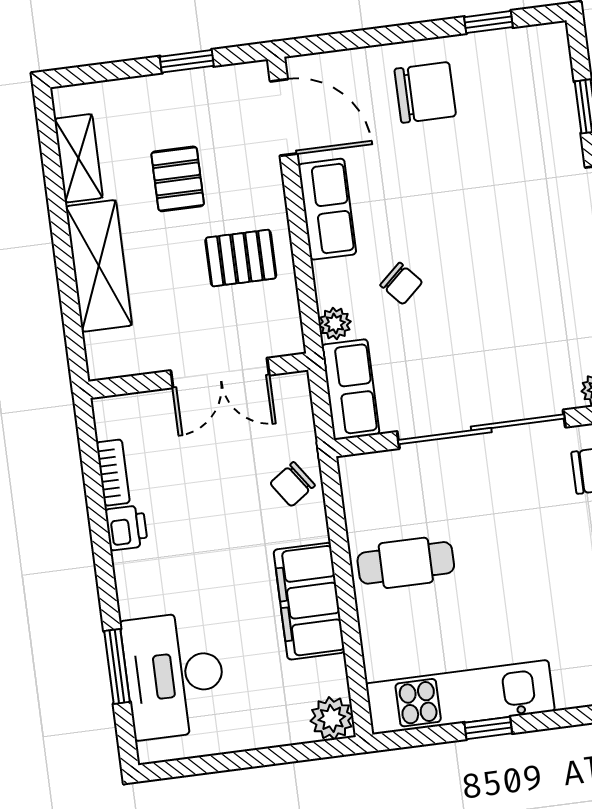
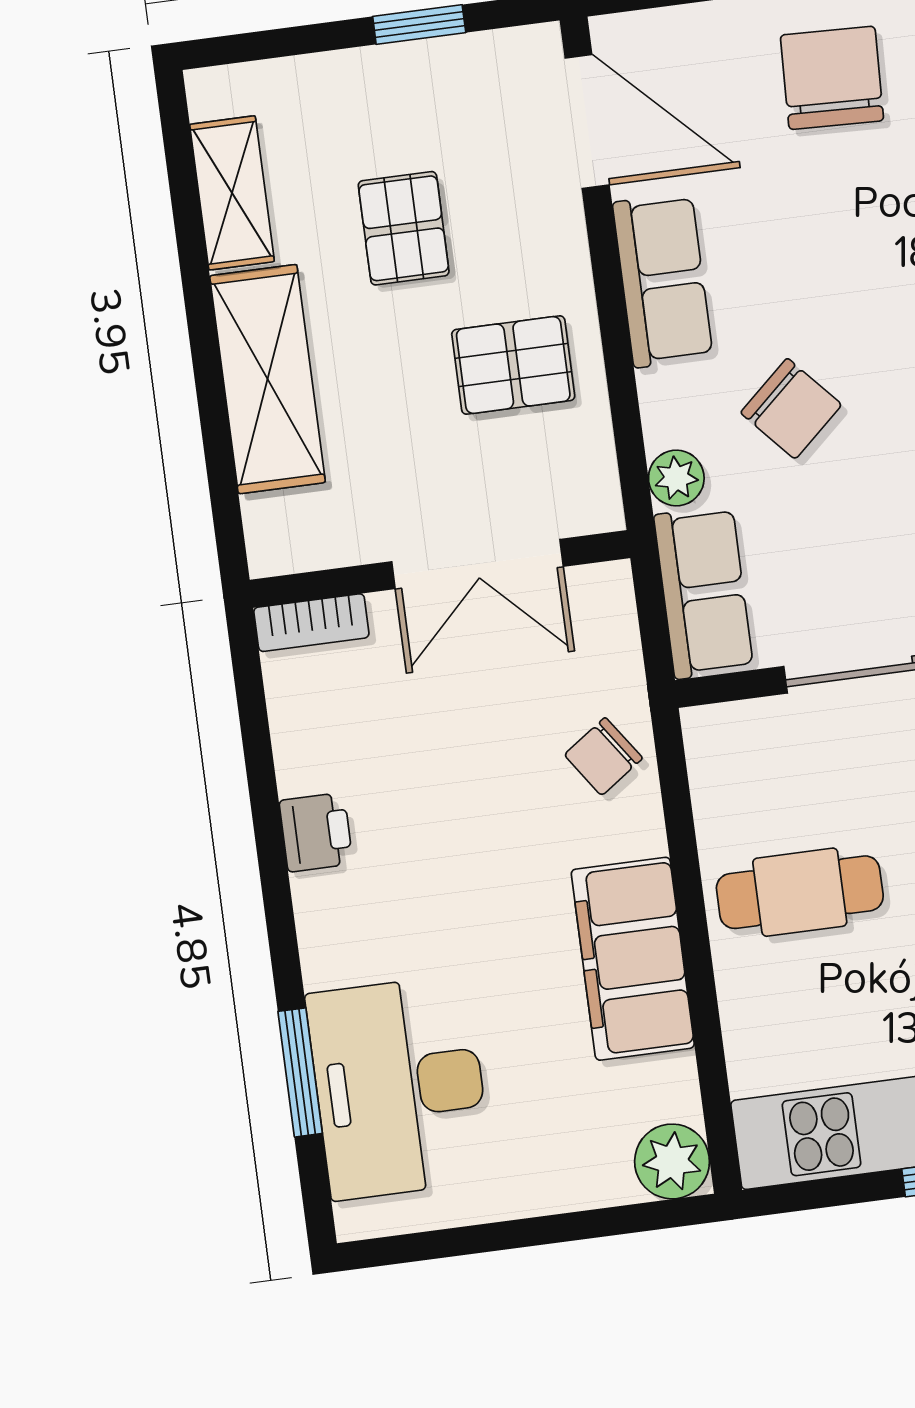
chair: (425, 92) -> (832, 78), turned -88
chair: (401, 284) -> (791, 409), width x1.37, depth x1.37
bookcase: (113, 473) -> (311, 623), moved, turned 90

